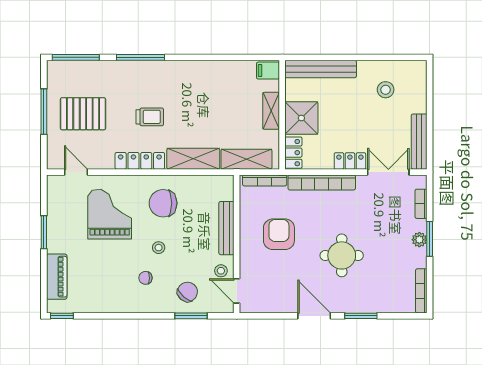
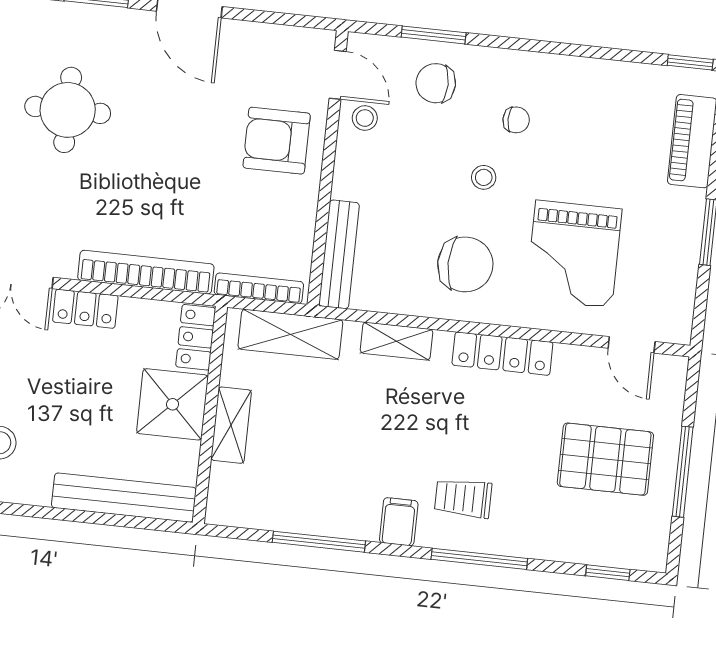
window: (76, 57) -> (608, 573), width x0.46
window: (221, 57) -> (319, 542), added
filing cabinet: (268, 71) -> (399, 522), moved, turned -90
trolley: (150, 117) -> (463, 498), moved
shelving: (193, 159) -> (396, 341), width x0.67, depth x0.75
bench: (226, 228) -> (339, 254), moved
armchair: (279, 234) -> (277, 141), moved, turned 90
round table: (342, 255) -> (68, 110), moved
chair: (187, 292) -> (436, 83), turned 49

